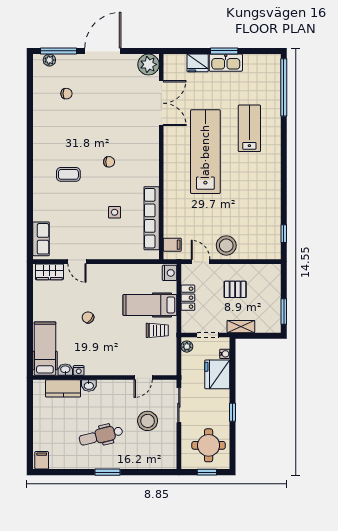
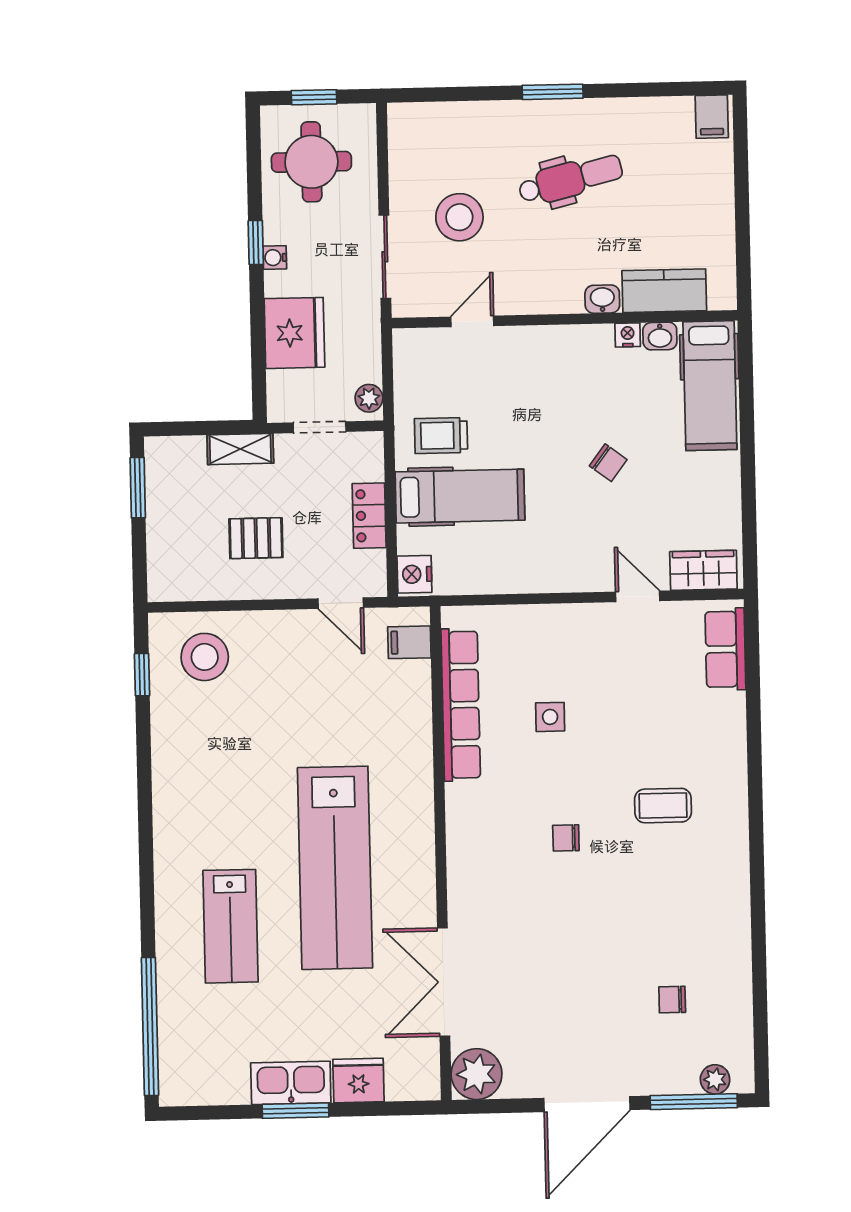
stool: (226, 245) -> (205, 657), moved
water cooler: (225, 354) -> (275, 258), moved

